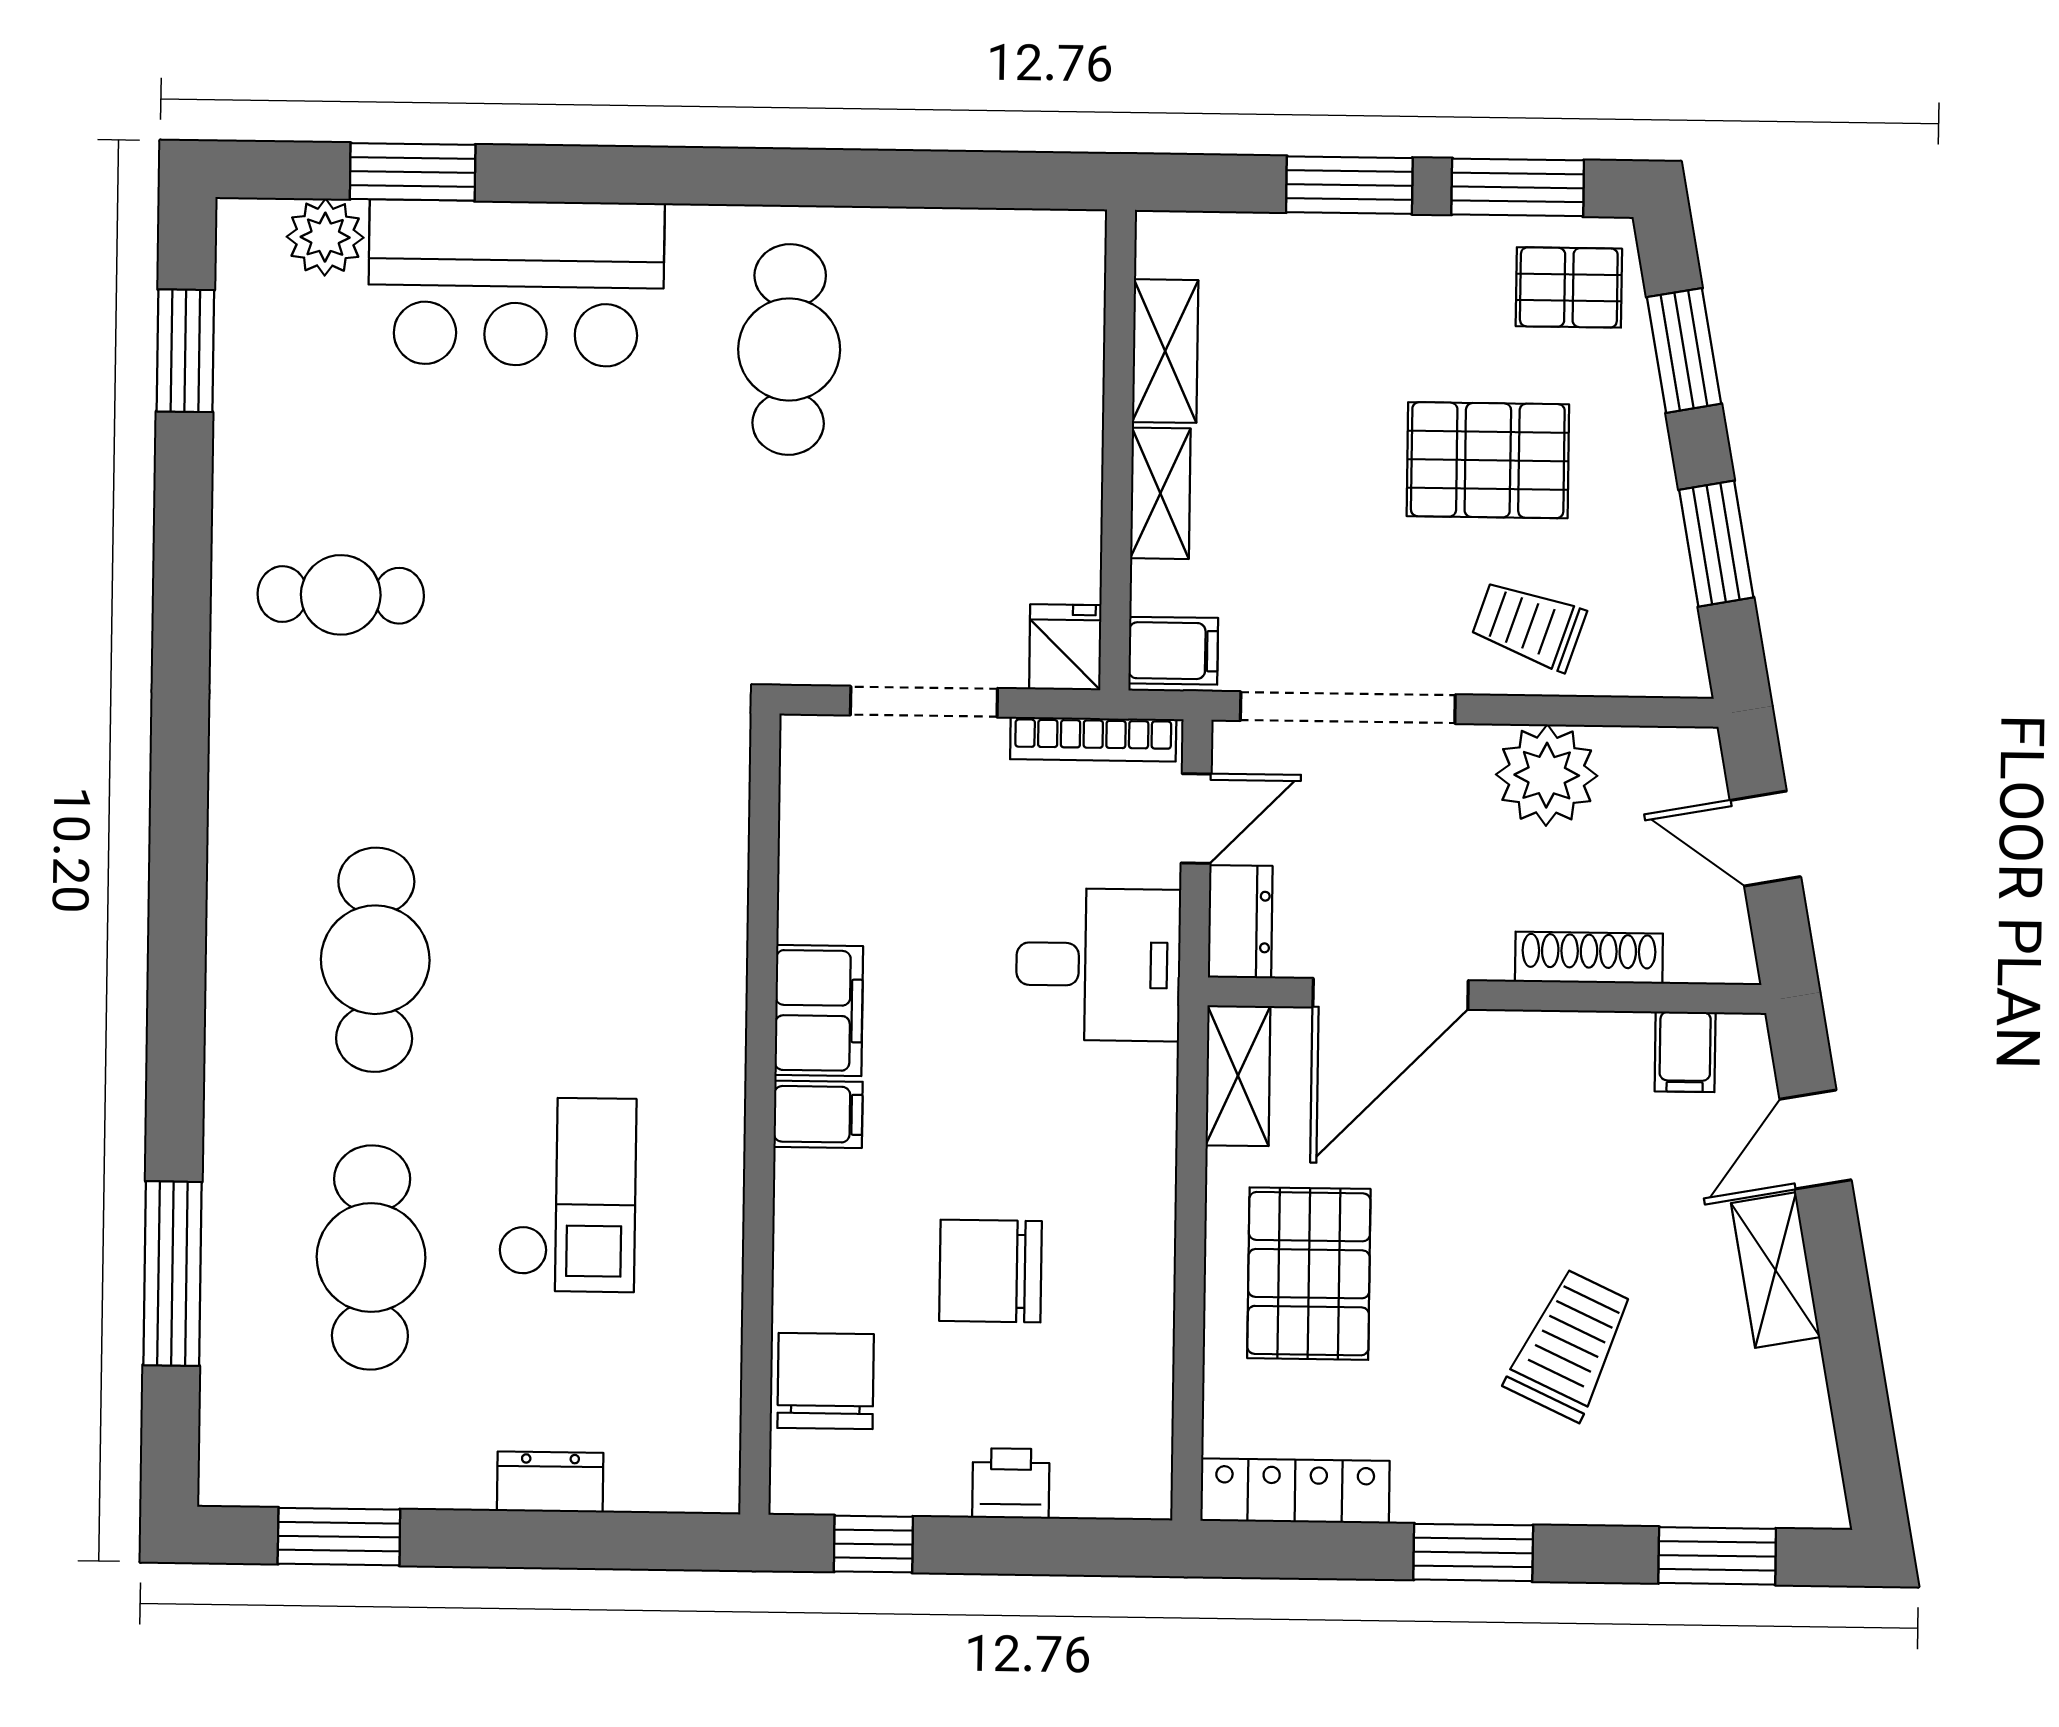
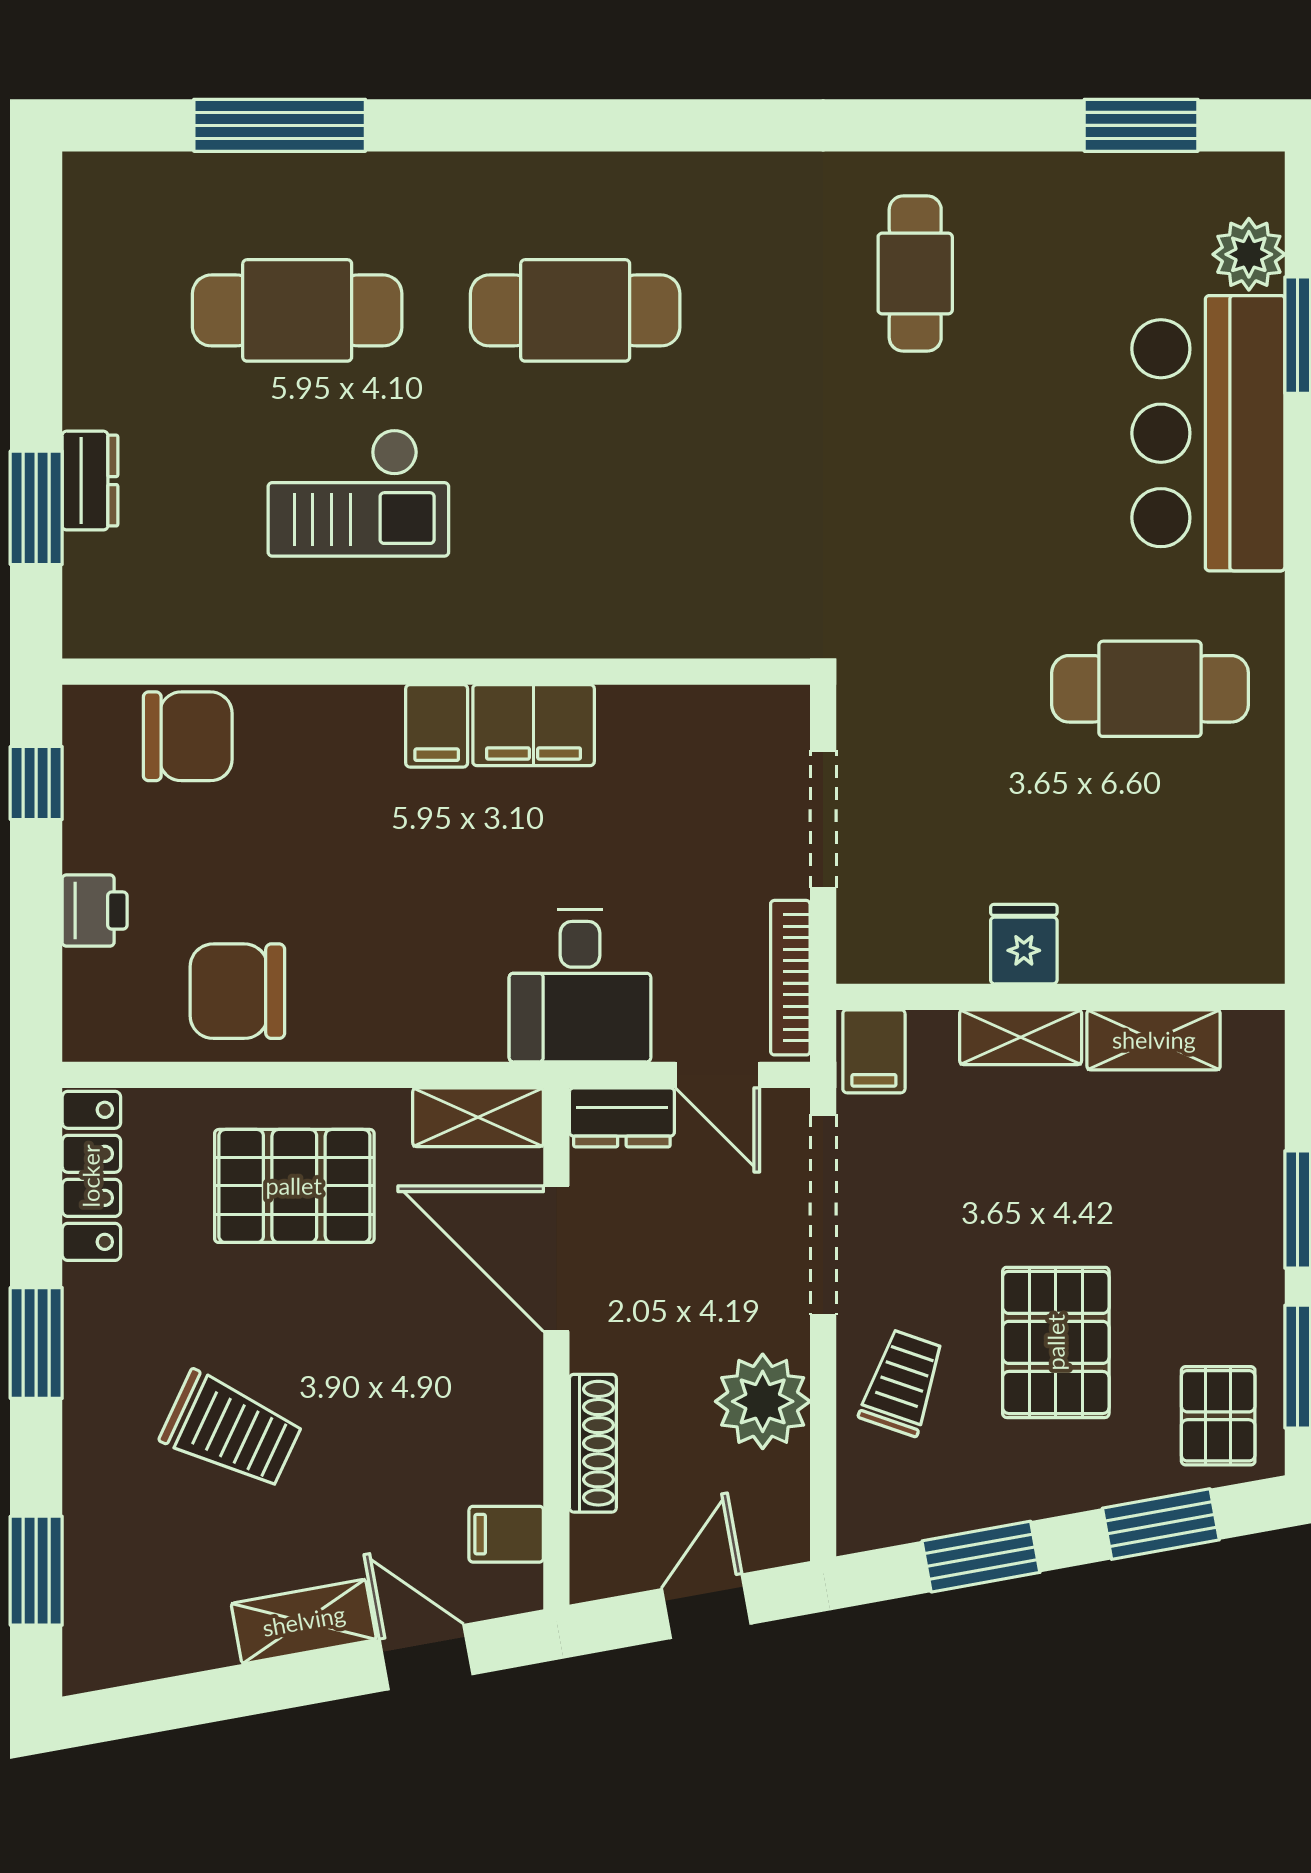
fridge: (1065, 647) -> (1024, 944), moved, turned -90
chair: (991, 1271) -> (237, 991), moved, turned -90
window: (339, 1537) -> (36, 508), moved

